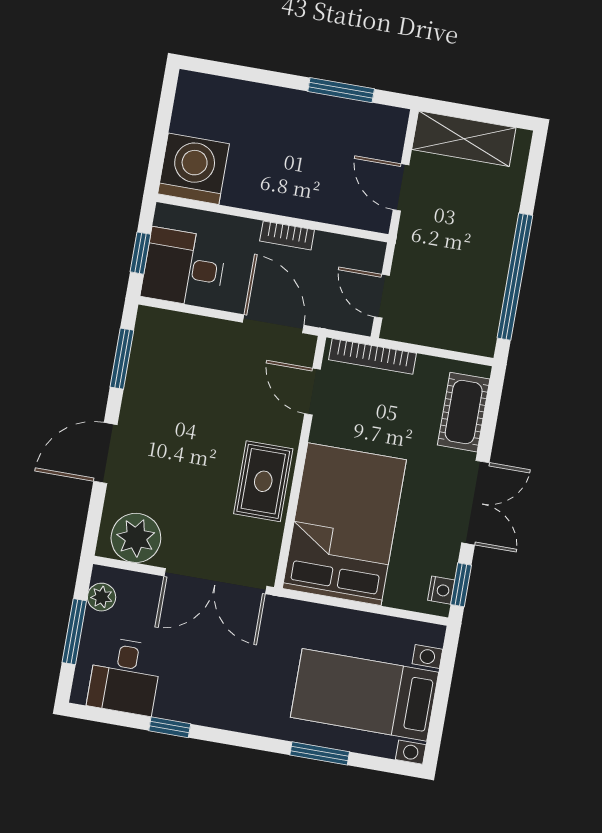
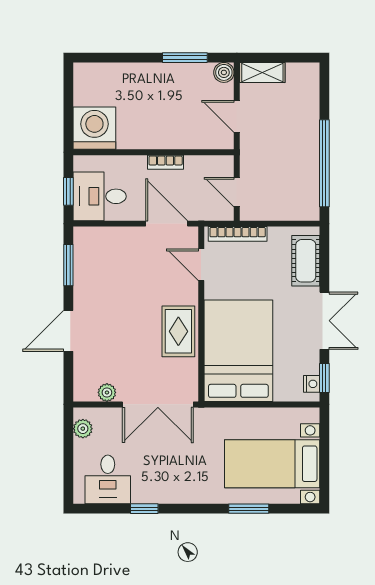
boiler: (393, 121) -> (224, 72), added
shelving: (464, 139) -> (262, 73), width x0.67, depth x0.75
plant: (136, 538) -> (107, 392), width x0.53, depth x0.53
window: (74, 632) -> (68, 455), removed

